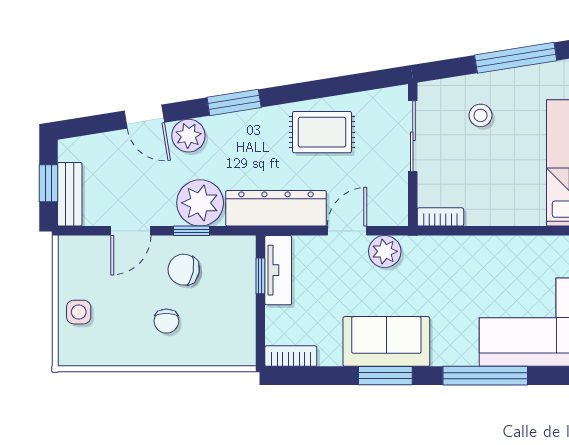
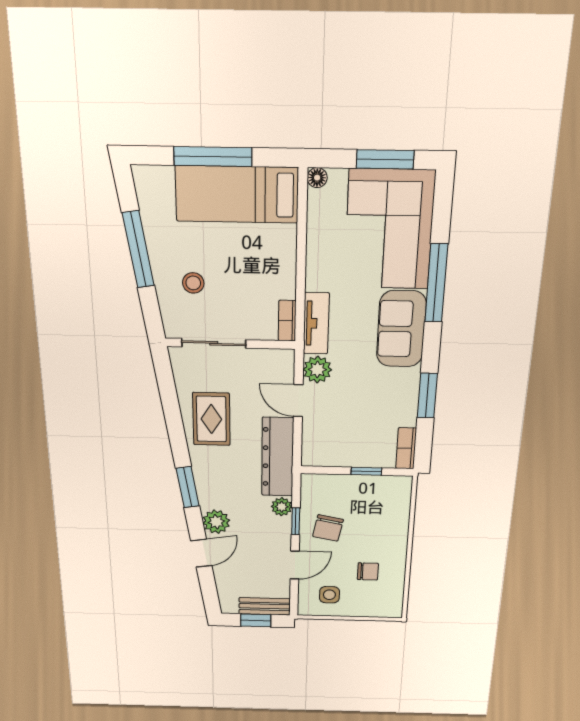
plant: (200, 203) -> (282, 507), width x0.53, depth x0.53
door: (131, 231) -> (295, 565), hinge flipped
tv unit: (278, 270) -> (316, 323), moved, turned 90
window: (260, 276) -> (366, 471), moved
side table: (79, 312) -> (329, 595), moved
chair: (166, 321) -> (368, 571), moved
sofa: (386, 341) -> (401, 329), moved
window: (385, 376) -> (427, 396), moved

